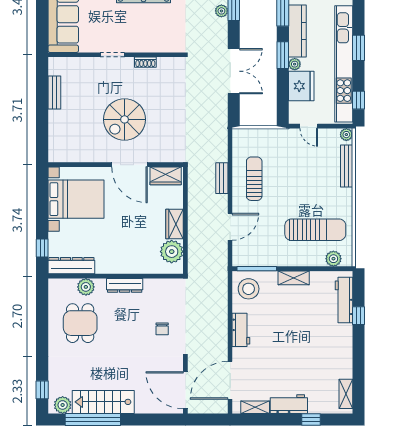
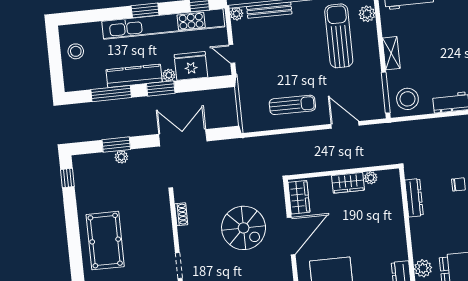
shoe rack: (145, 62) -> (181, 214), moved
spiral stairs: (125, 119) -> (244, 228), moved
door: (309, 126) -> (232, 54), swing flipped
bench: (222, 178) -> (295, 139), removed
sun lounger: (254, 179) -> (292, 105), turned 180
plant: (172, 252) -> (371, 178), width x0.53, depth x0.53
dresser: (125, 285) -> (414, 198), moved

